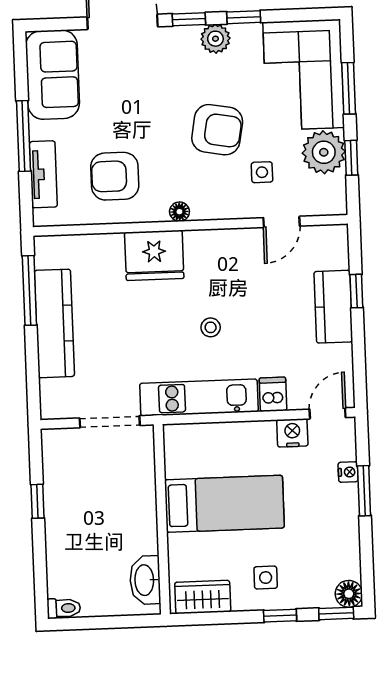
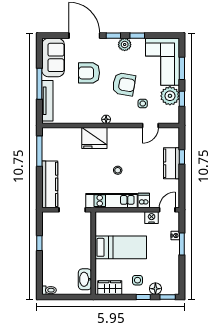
tv unit: (43, 174) -> (47, 101), width x1.41
armchair: (115, 176) -> (89, 73), moved
kitchen counter: (54, 323) -> (50, 184), moved
floor lamp: (349, 594) -> (155, 289), moved

